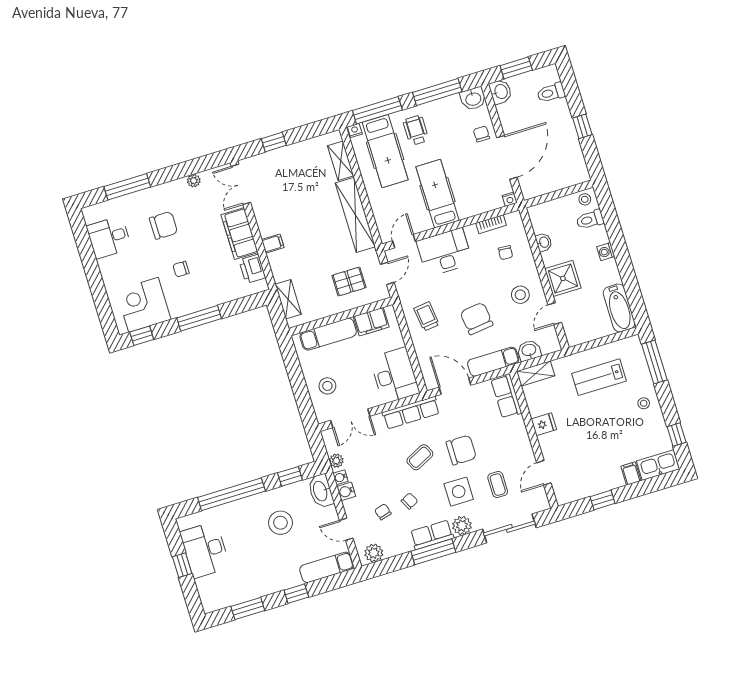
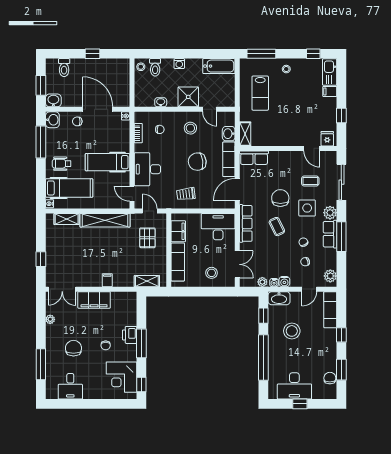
window: (377, 110) -> (41, 185), removed
printer: (252, 269) -> (130, 335), moved, turned 90
fridge: (544, 424) -> (327, 139), moved
chair: (231, 596) -> (330, 378), added

